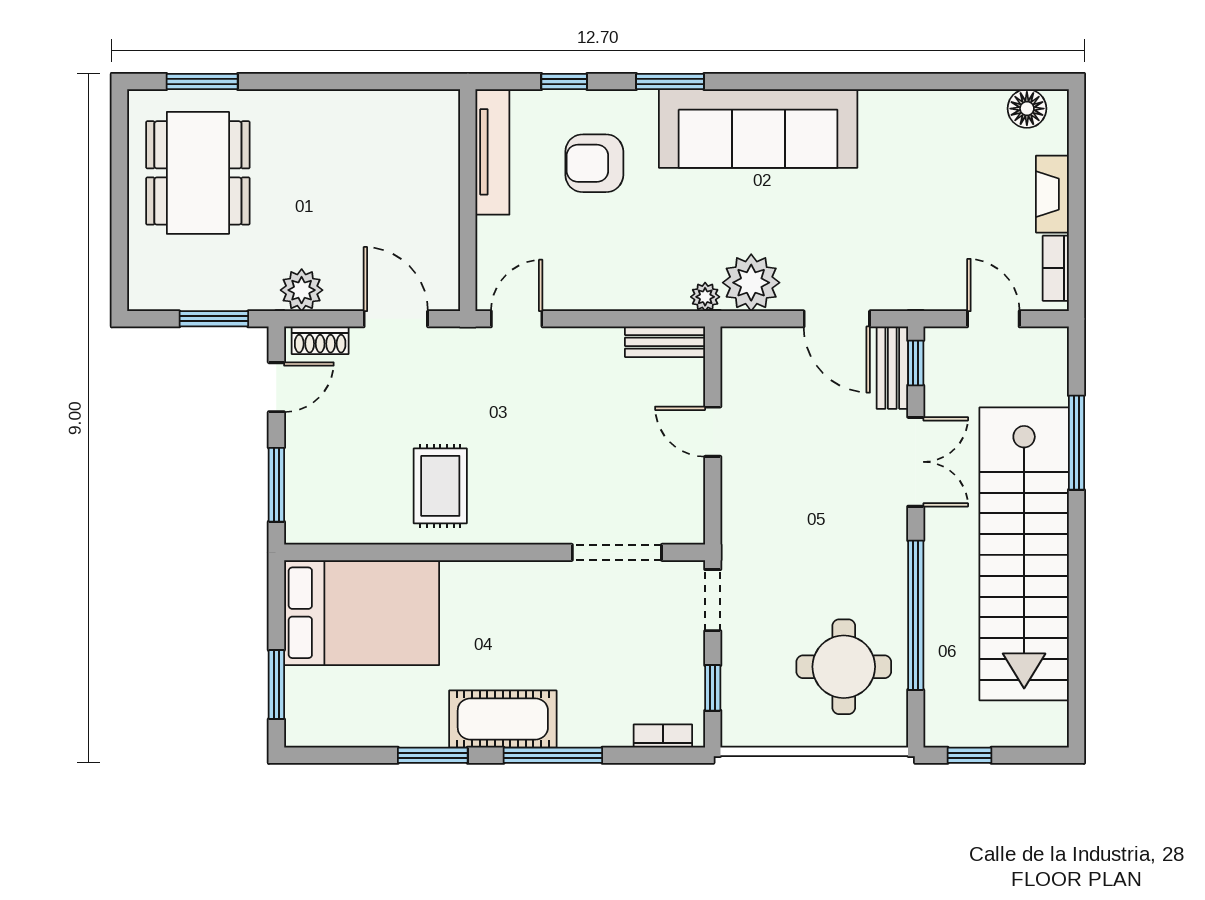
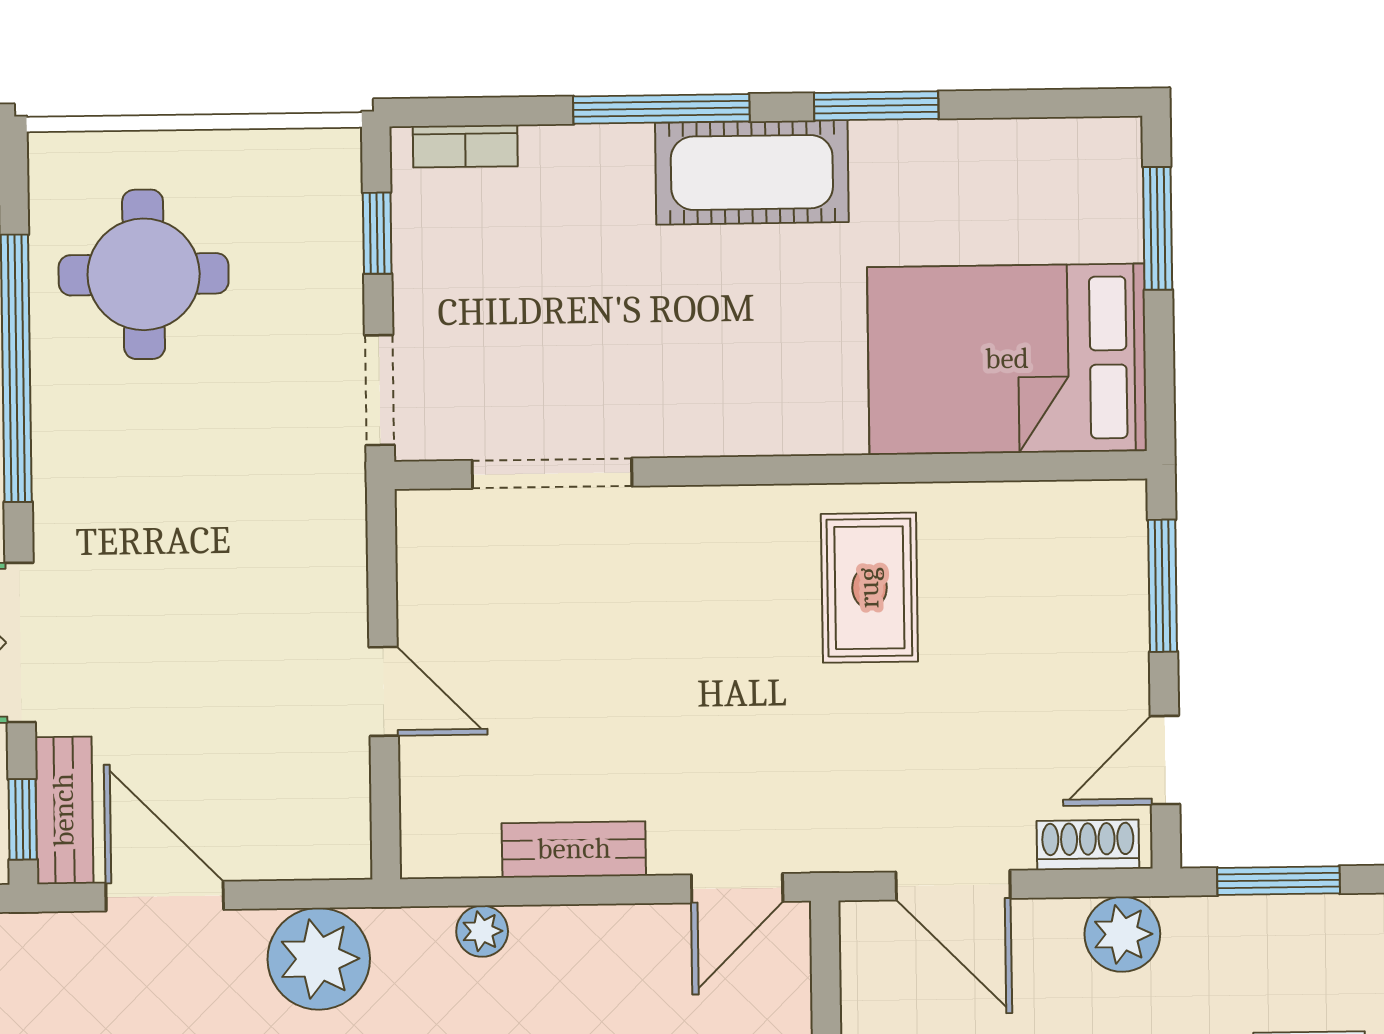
plant: (705, 297) -> (482, 931), moved
bench: (665, 342) -> (574, 849), moved

